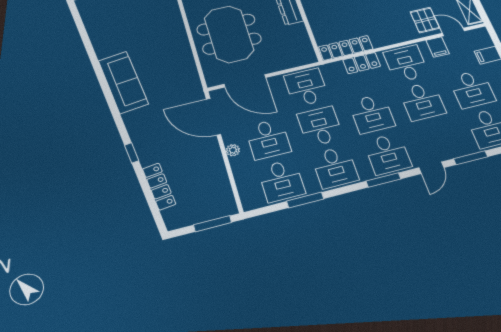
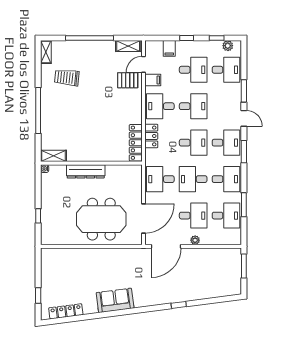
sofa: (123, 82) -> (115, 300), width x0.73
locker: (159, 186) -> (66, 311), moved

